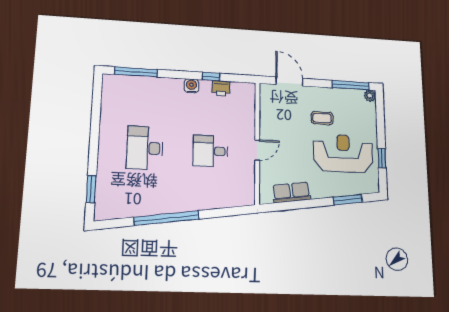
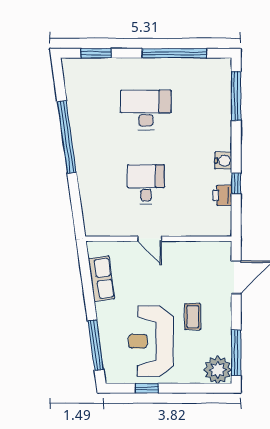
plant: (370, 96) -> (218, 370), width x1.88, depth x1.88
window: (95, 121) -> (174, 53), added
reception desk: (343, 153) -> (151, 341), turned 180
window: (348, 200) -> (96, 345), width x1.44

